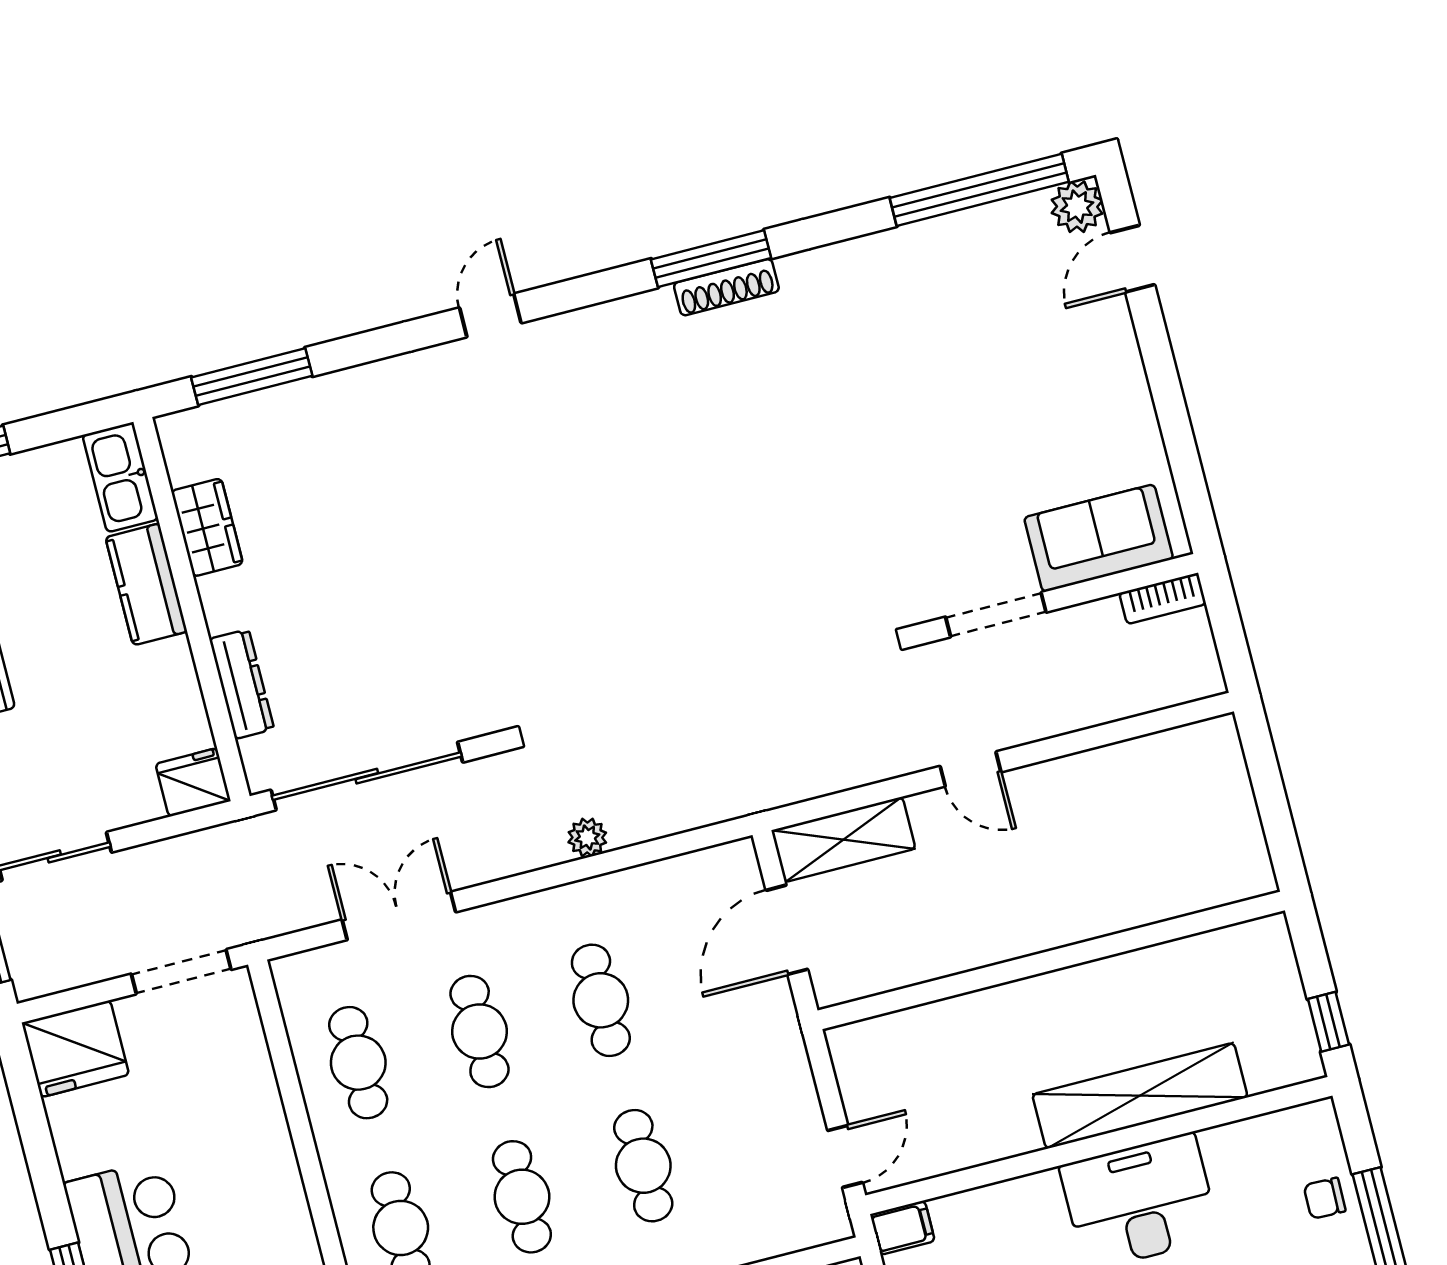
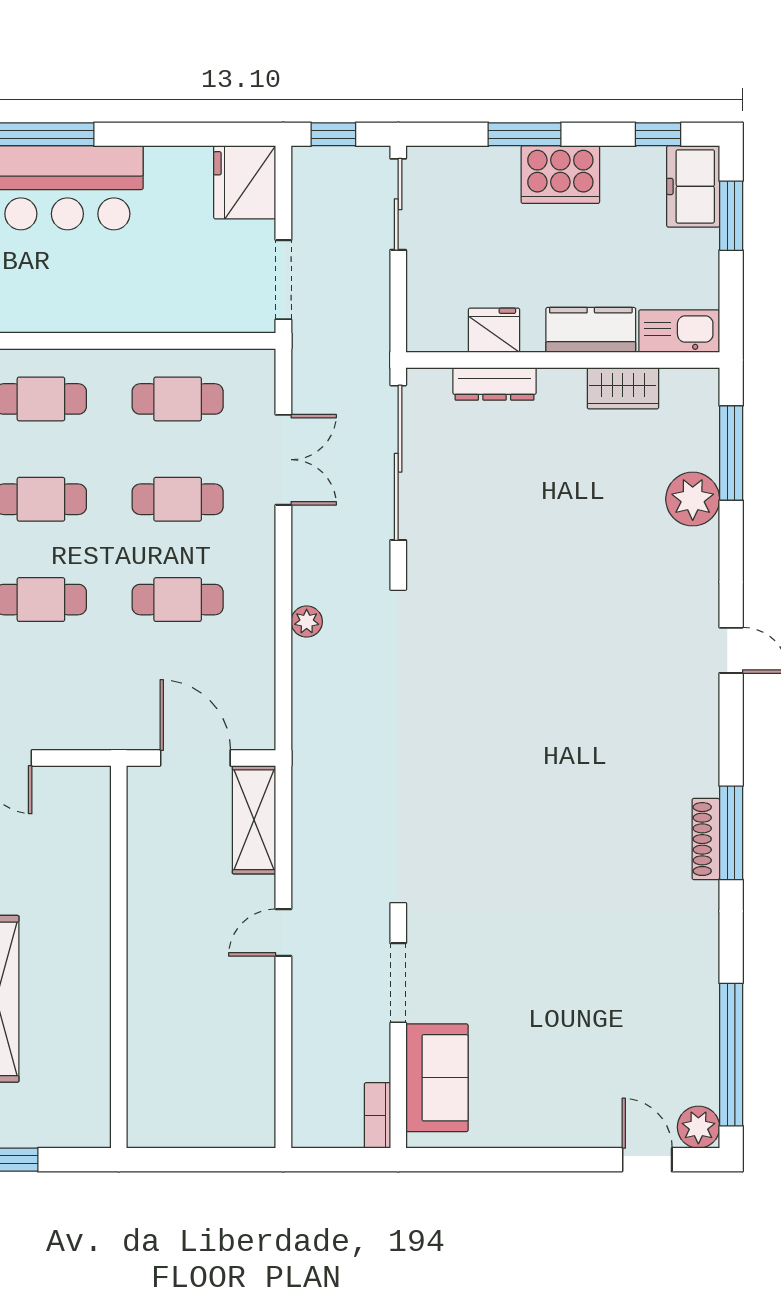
plant: (319, 409) -> (693, 499), added
fridge: (193, 782) -> (494, 330), moved, turned -90

